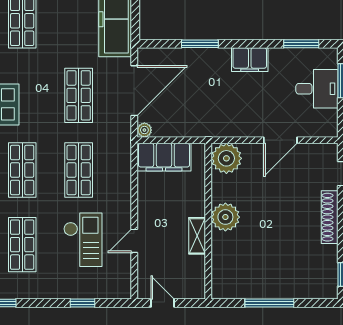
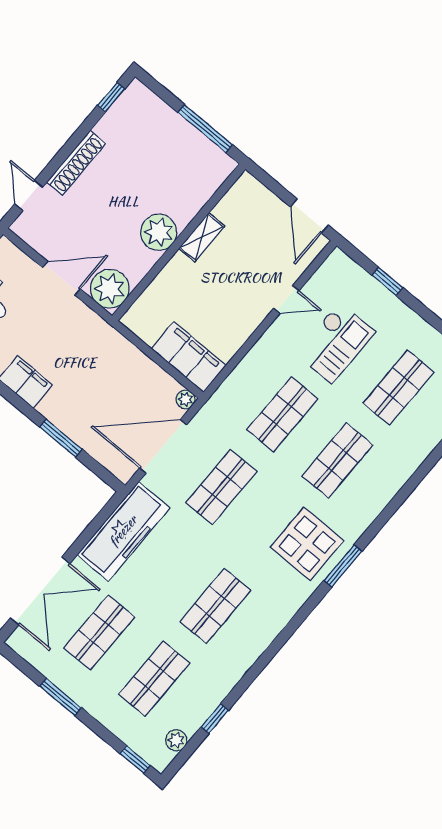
plant: (226, 158) -> (110, 289), moved
plant: (225, 217) -> (159, 232), moved
wall: (208, 221) -> (179, 242), moved
shelving: (197, 236) -> (202, 237), moved
checkout: (83, 240) -> (335, 343), turned 180
door: (162, 303) -> (309, 216), width x1.38

